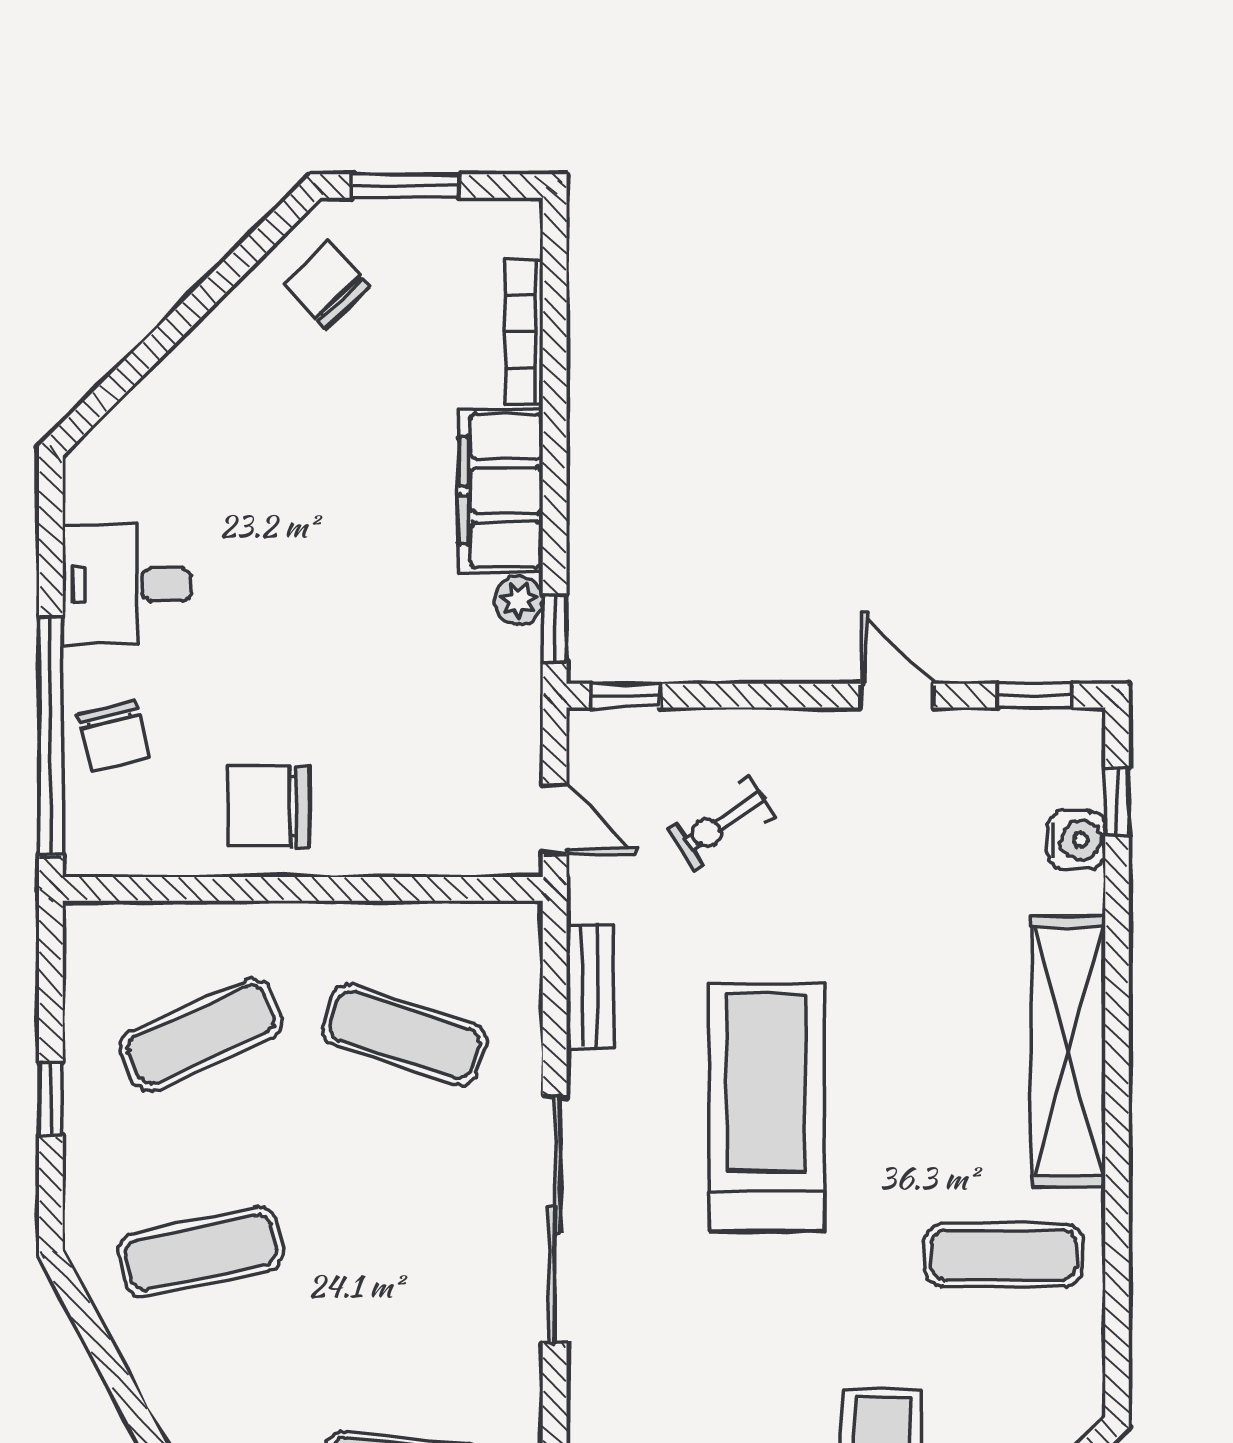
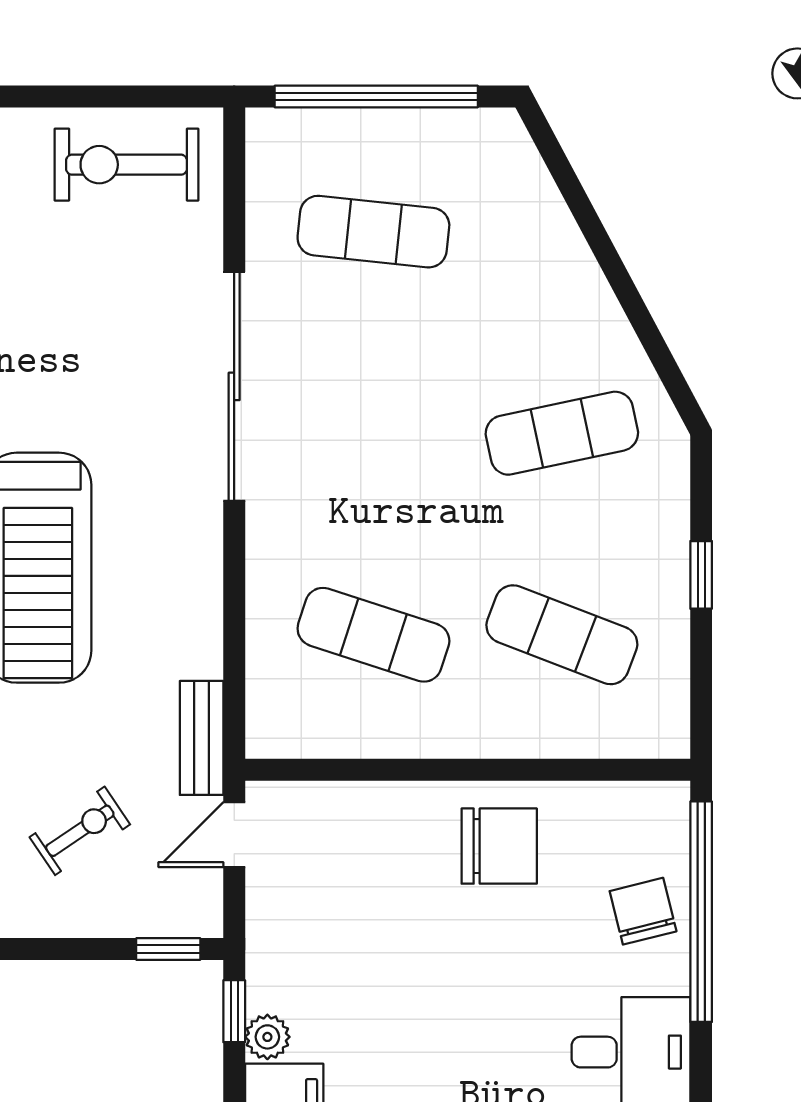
door: (555, 819) -> (234, 835), hinge flipped
bench: (590, 986) -> (202, 738), moved
exercise mat: (201, 1035) -> (562, 635), turned 45
sliding door: (555, 1220) -> (234, 386), moved

